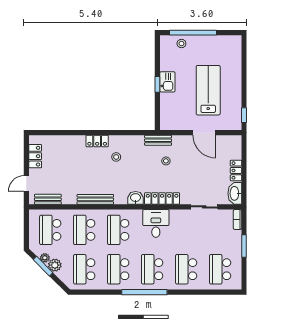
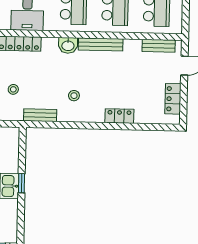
bench: (158, 140) -> (40, 115), moved
locker: (97, 141) -> (119, 116), moved
washbasin: (136, 198) -> (68, 45), moved

